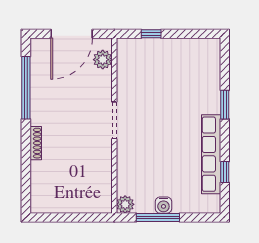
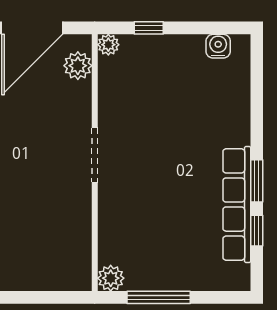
plant: (123, 45) -> (108, 45), added
window: (225, 105) -> (257, 181), moved
water cooler: (163, 205) -> (218, 46), moved, turned 180

